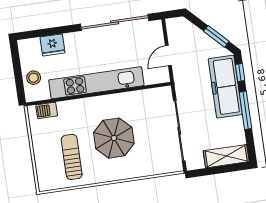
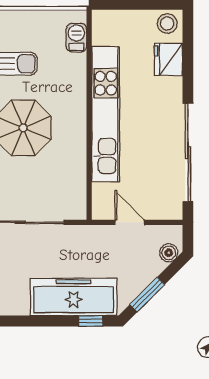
boiler: (185, 26) -> (169, 253), added
stool: (34, 78) -> (167, 23), moved
window: (245, 110) -> (36, 321), removed

